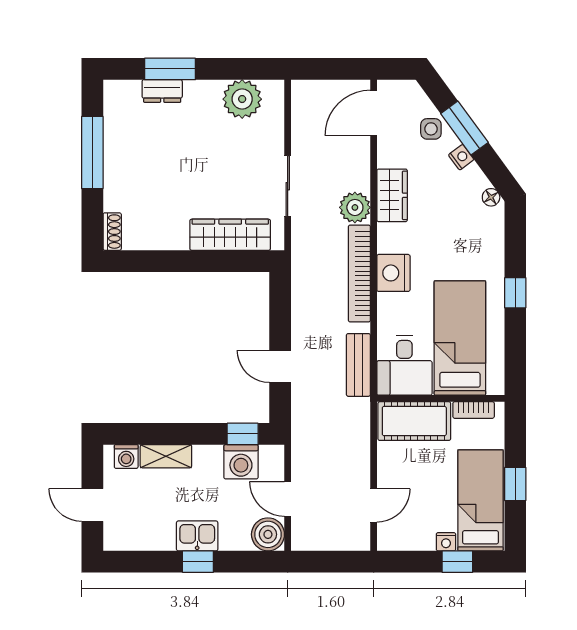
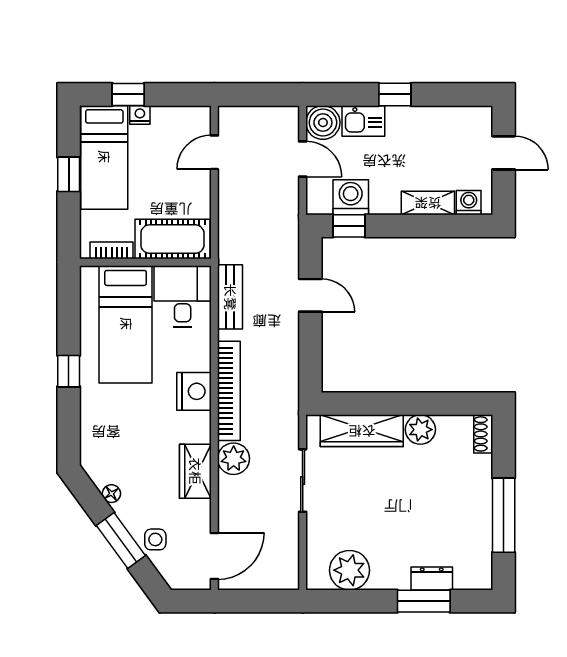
nightstand: (461, 157) -> (124, 510), removed
floor lamp: (491, 197) -> (111, 494), moved
plant: (173, 236) -> (420, 430), added
kitchen sink: (197, 536) -> (363, 121), moved

